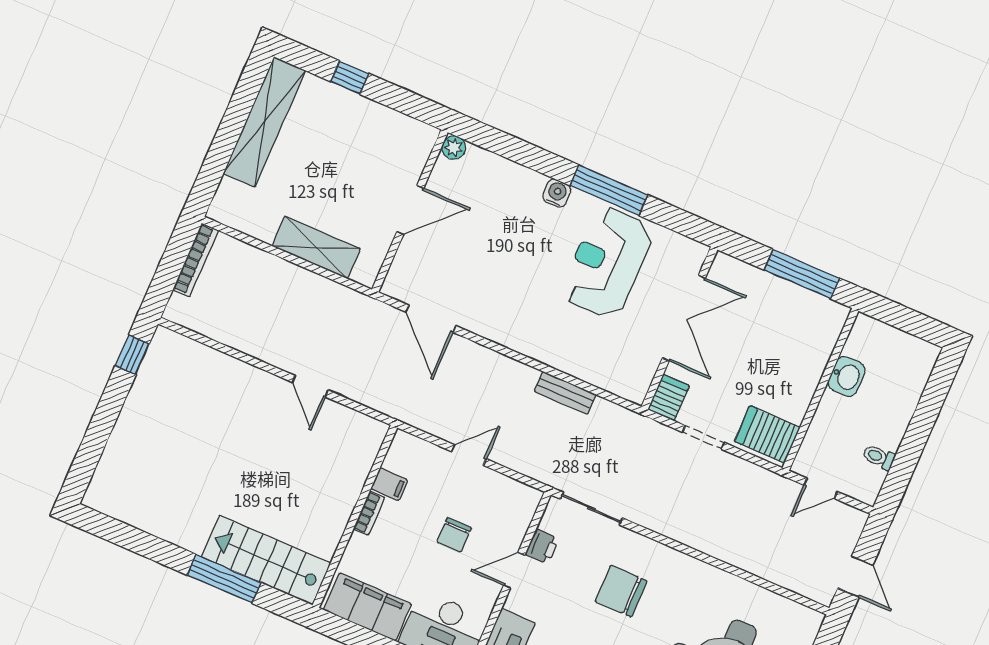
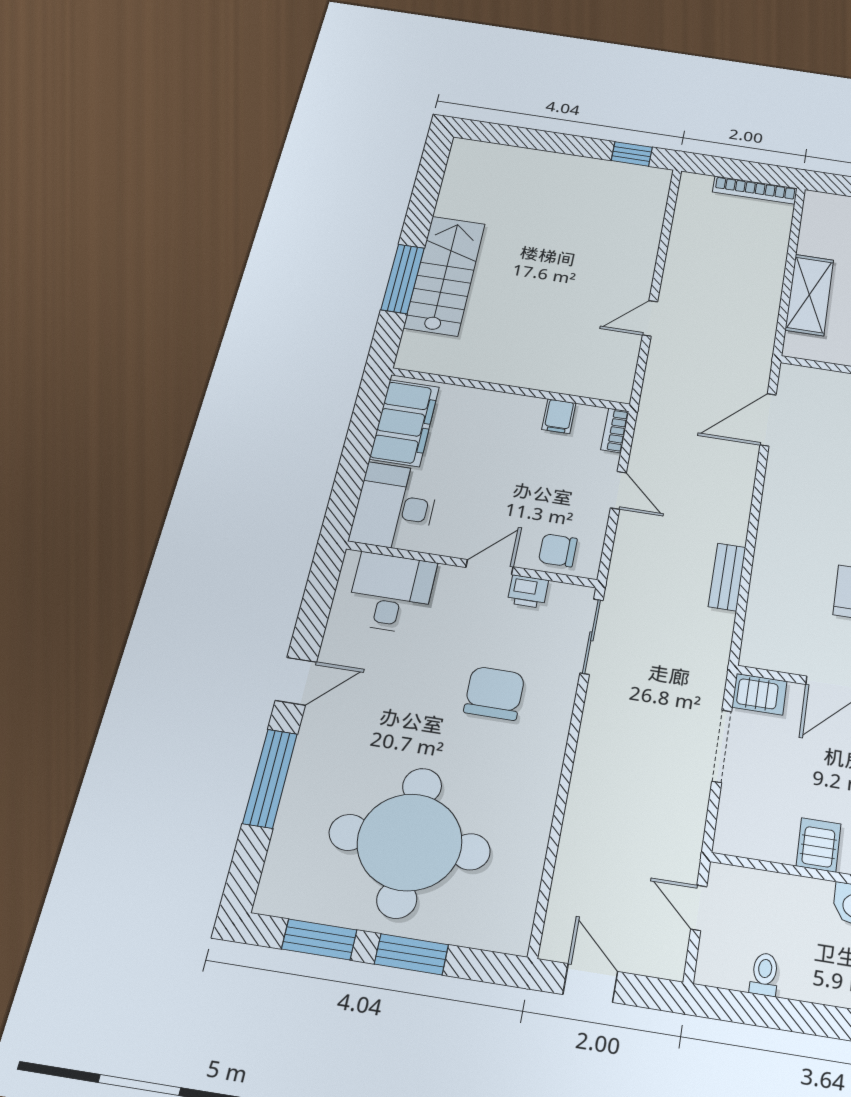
server rack: (767, 434) -> (819, 845), moved, width x0.73, depth x0.70
doorway: (703, 437) -> (722, 746), width x1.38
bookcase: (369, 513) -> (615, 430), moved, turned 90
chair: (454, 535) -> (558, 550), moved
stairs: (266, 560) -> (445, 275), moved
door: (514, 570) -> (489, 567), hinge flipped
door: (855, 577) -> (590, 983), swing flipped

